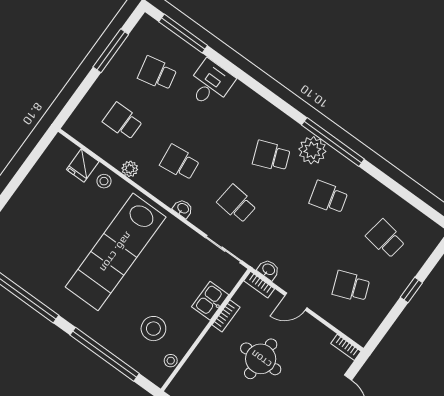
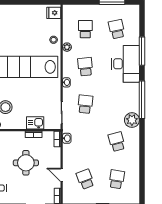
window: (183, 34) -> (142, 51), moved
desk: (210, 84) -> (125, 64), width x1.87, depth x1.30
window: (333, 142) -> (142, 100), moved
school desk: (271, 156) -> (117, 104), removed
fridge: (83, 166) -> (54, 13), moved
door: (296, 302) -> (62, 175), moved

